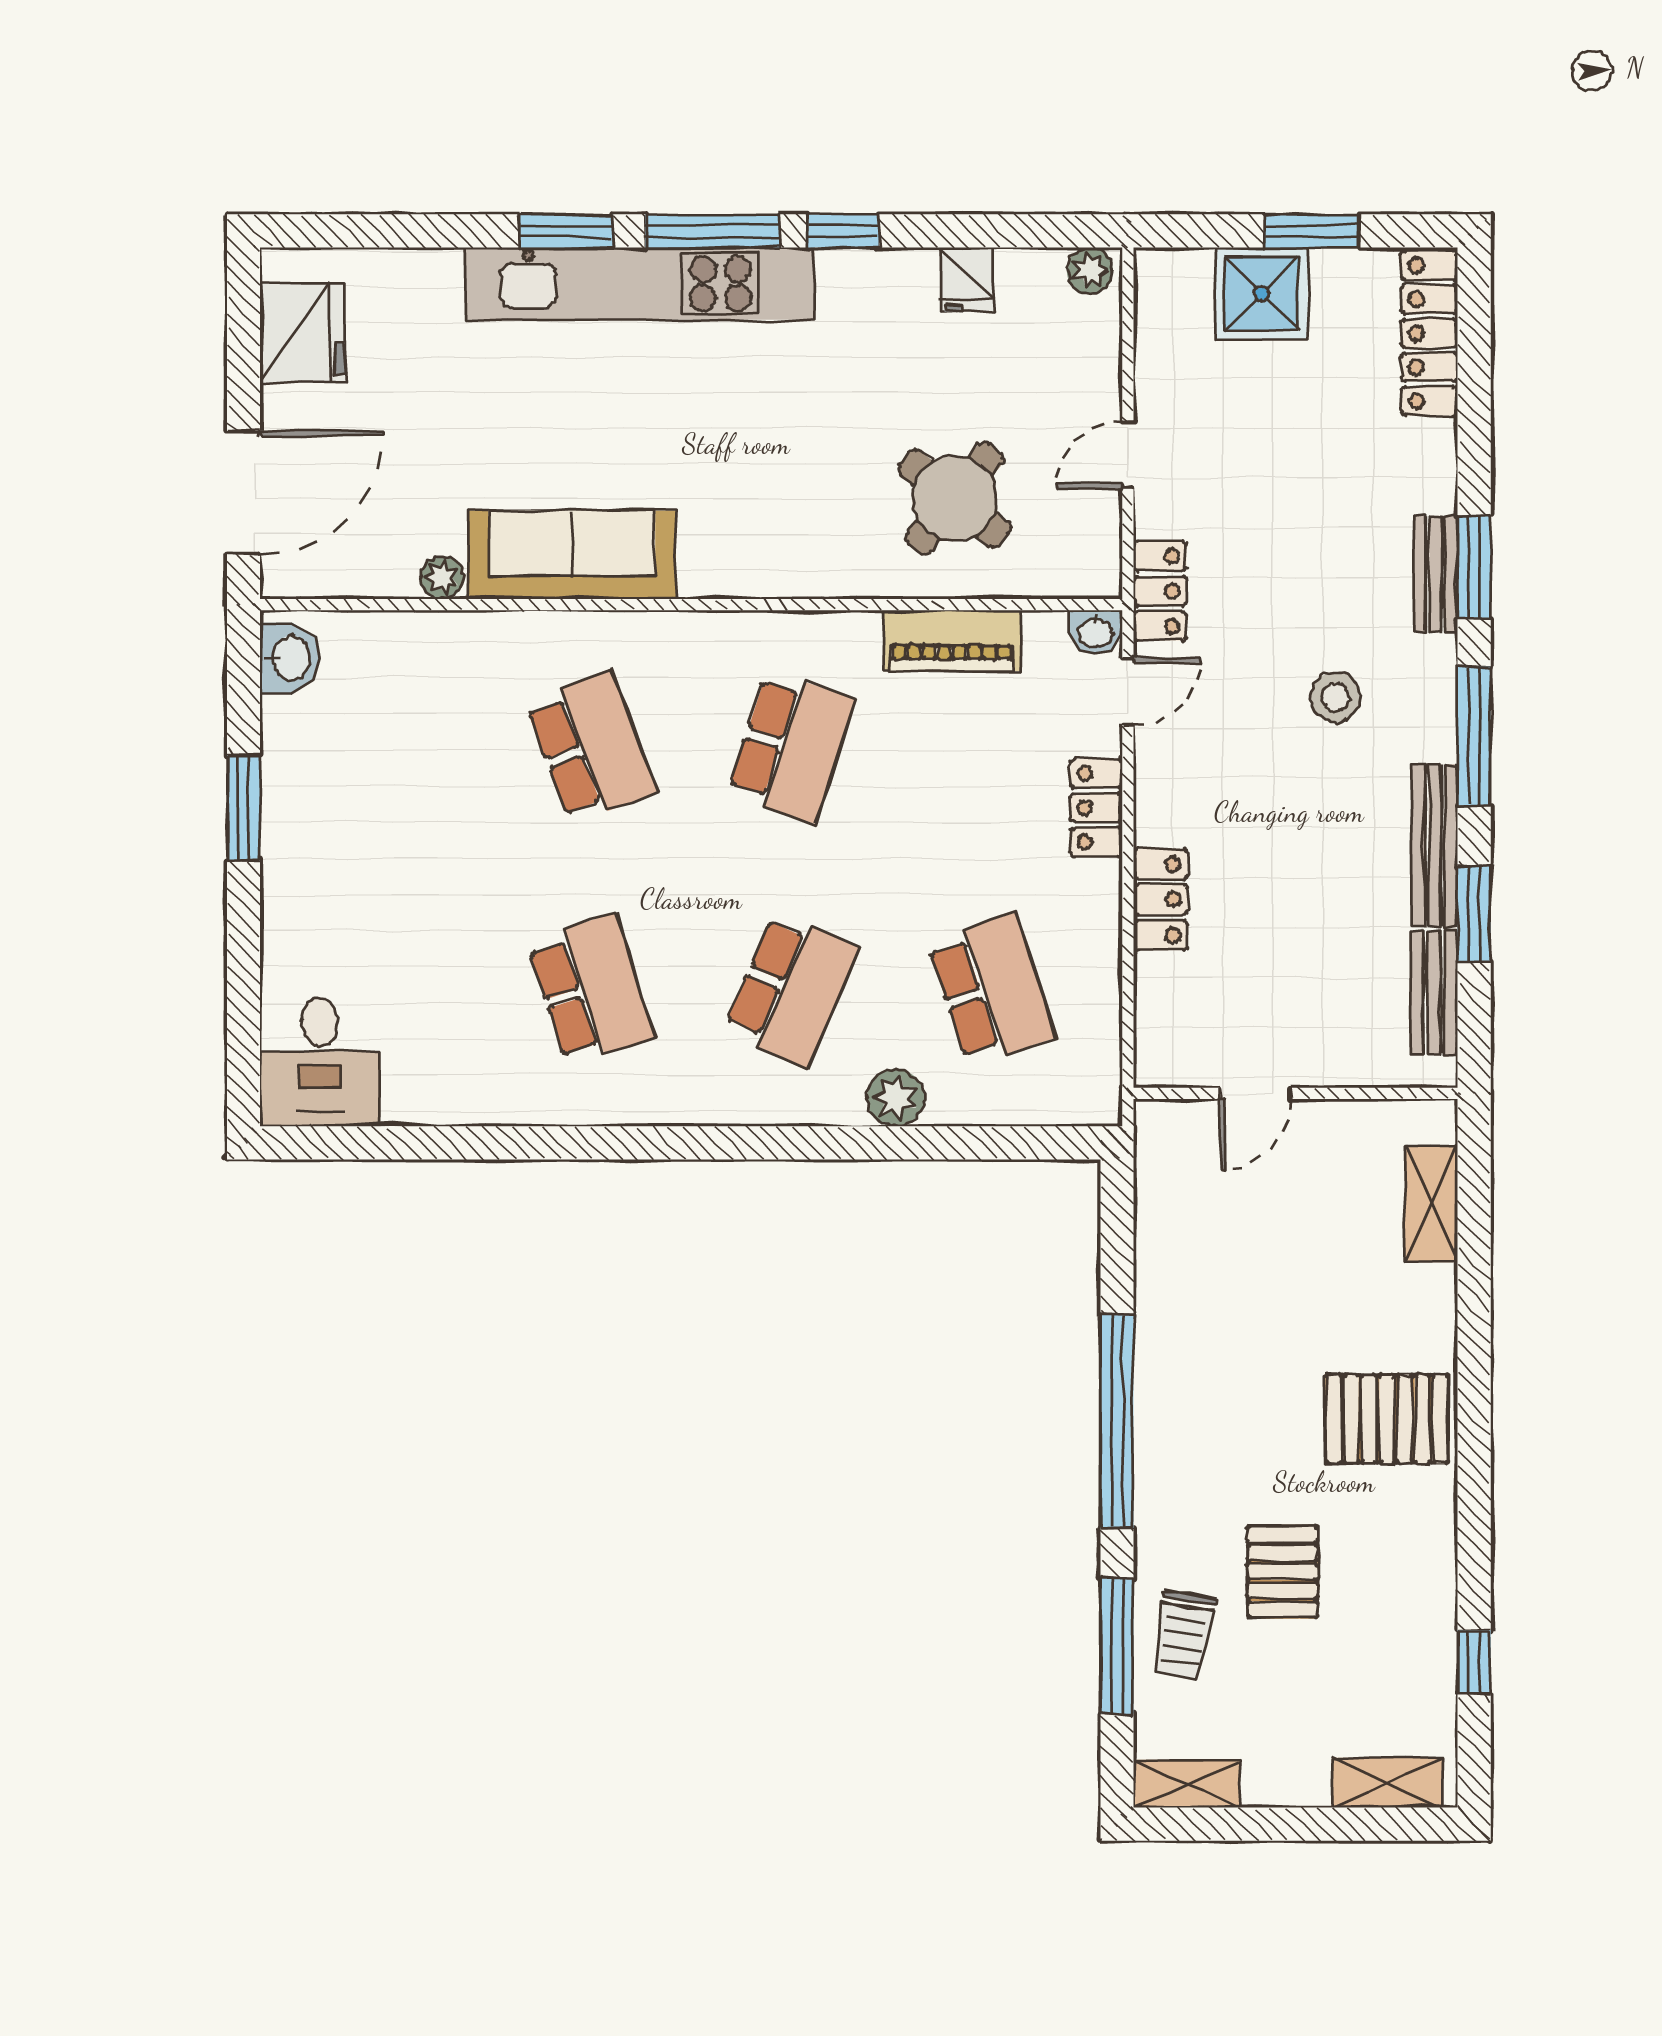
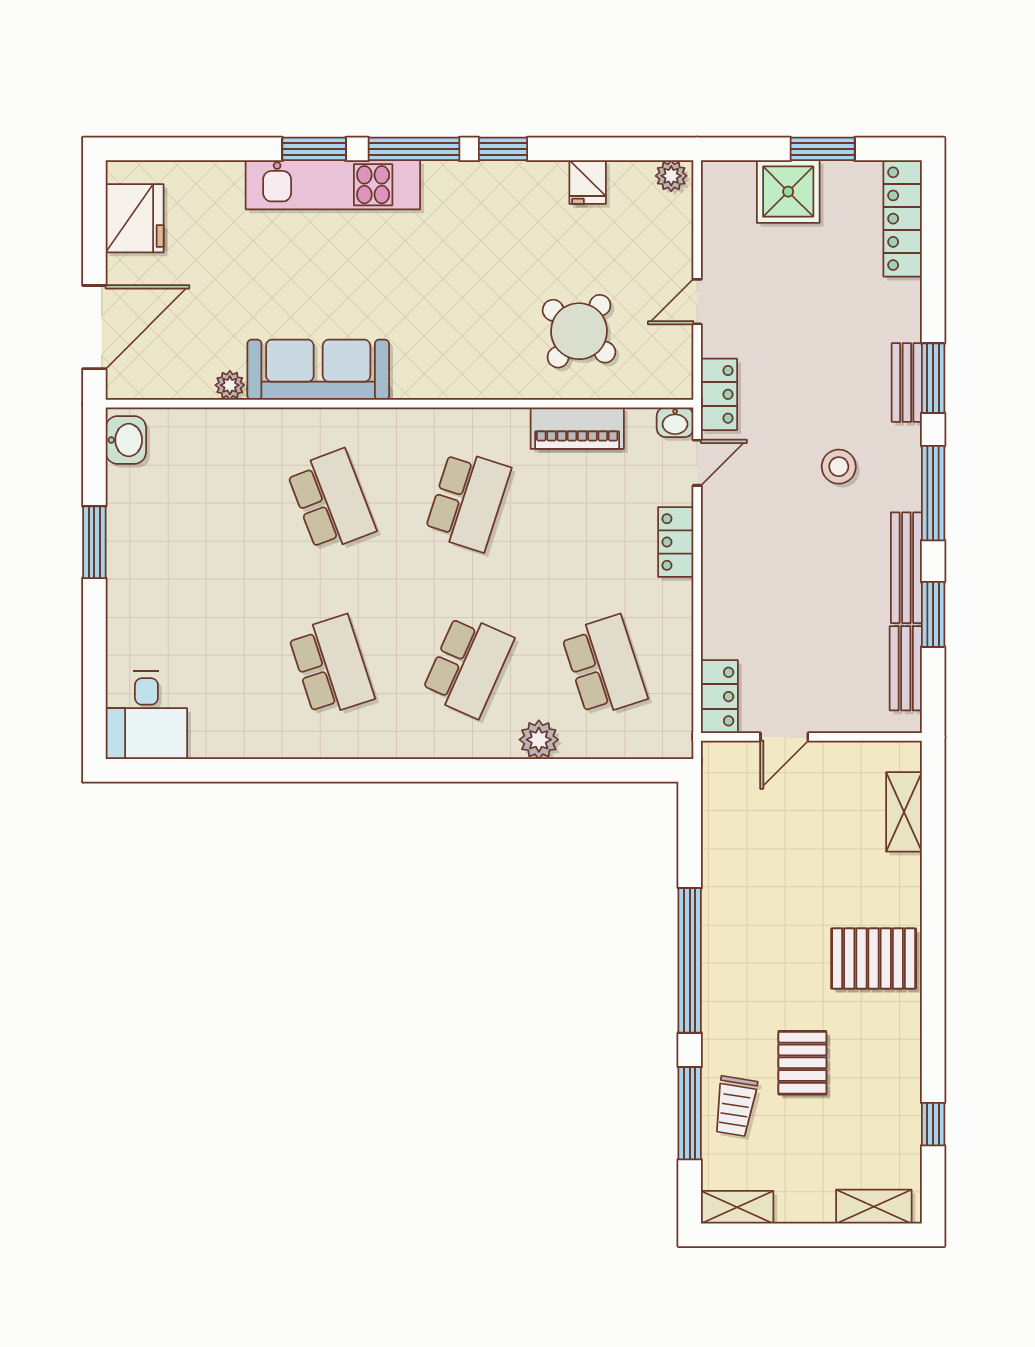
kitchen unit: (640, 284) -> (333, 185), width x0.73
locker: (1161, 899) -> (719, 697), moved

